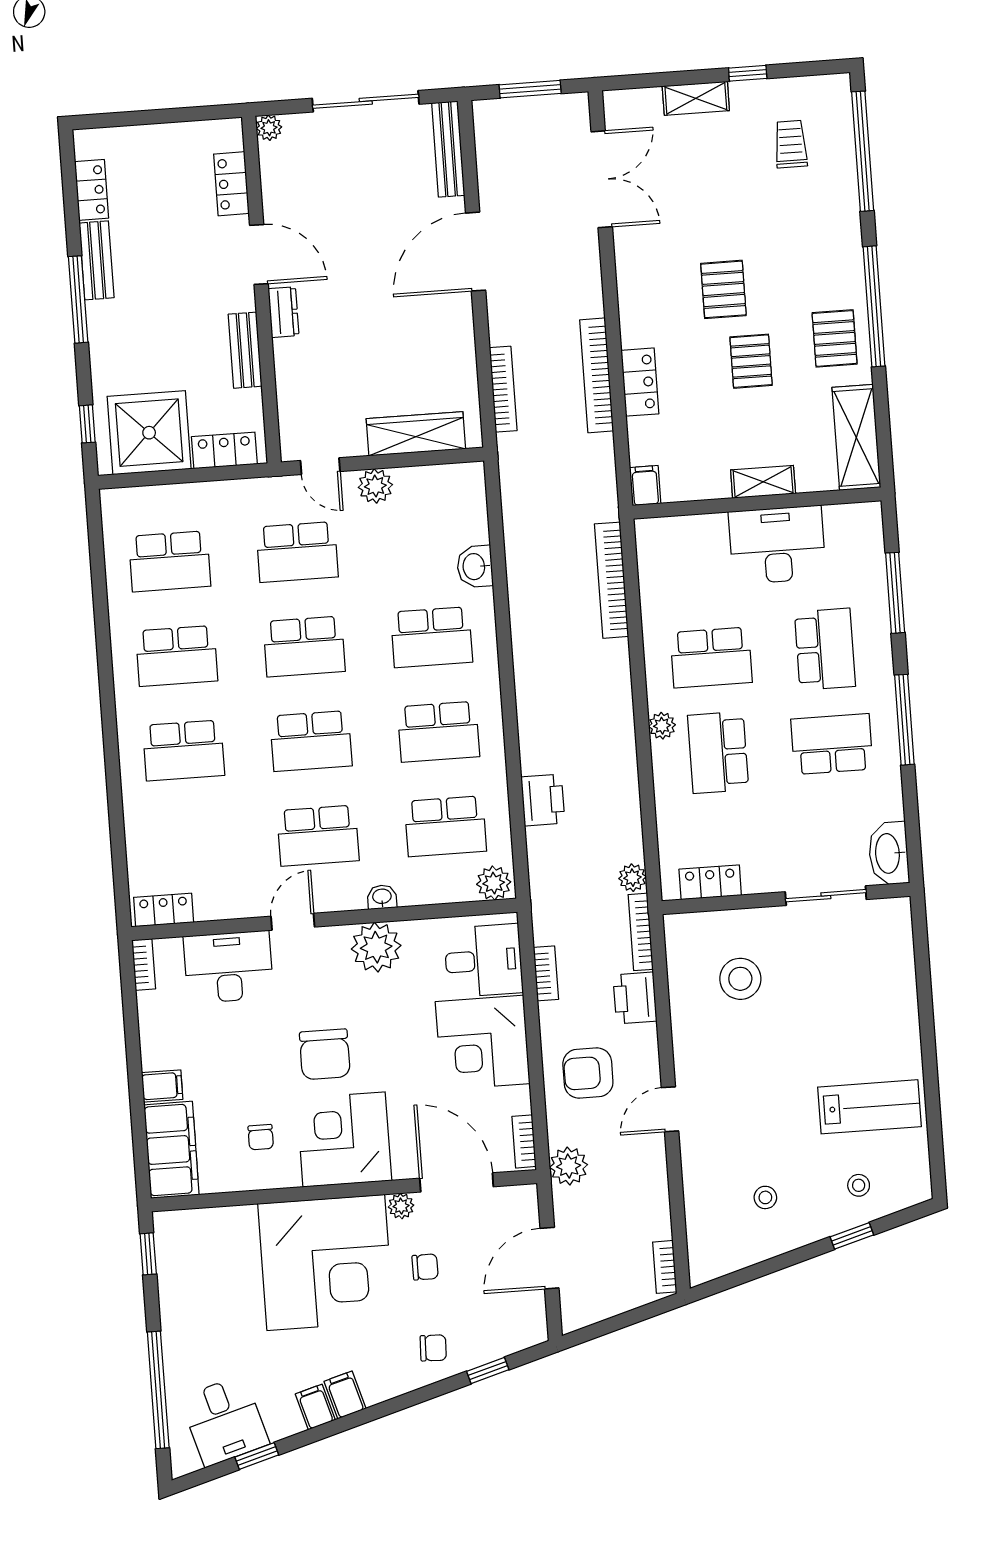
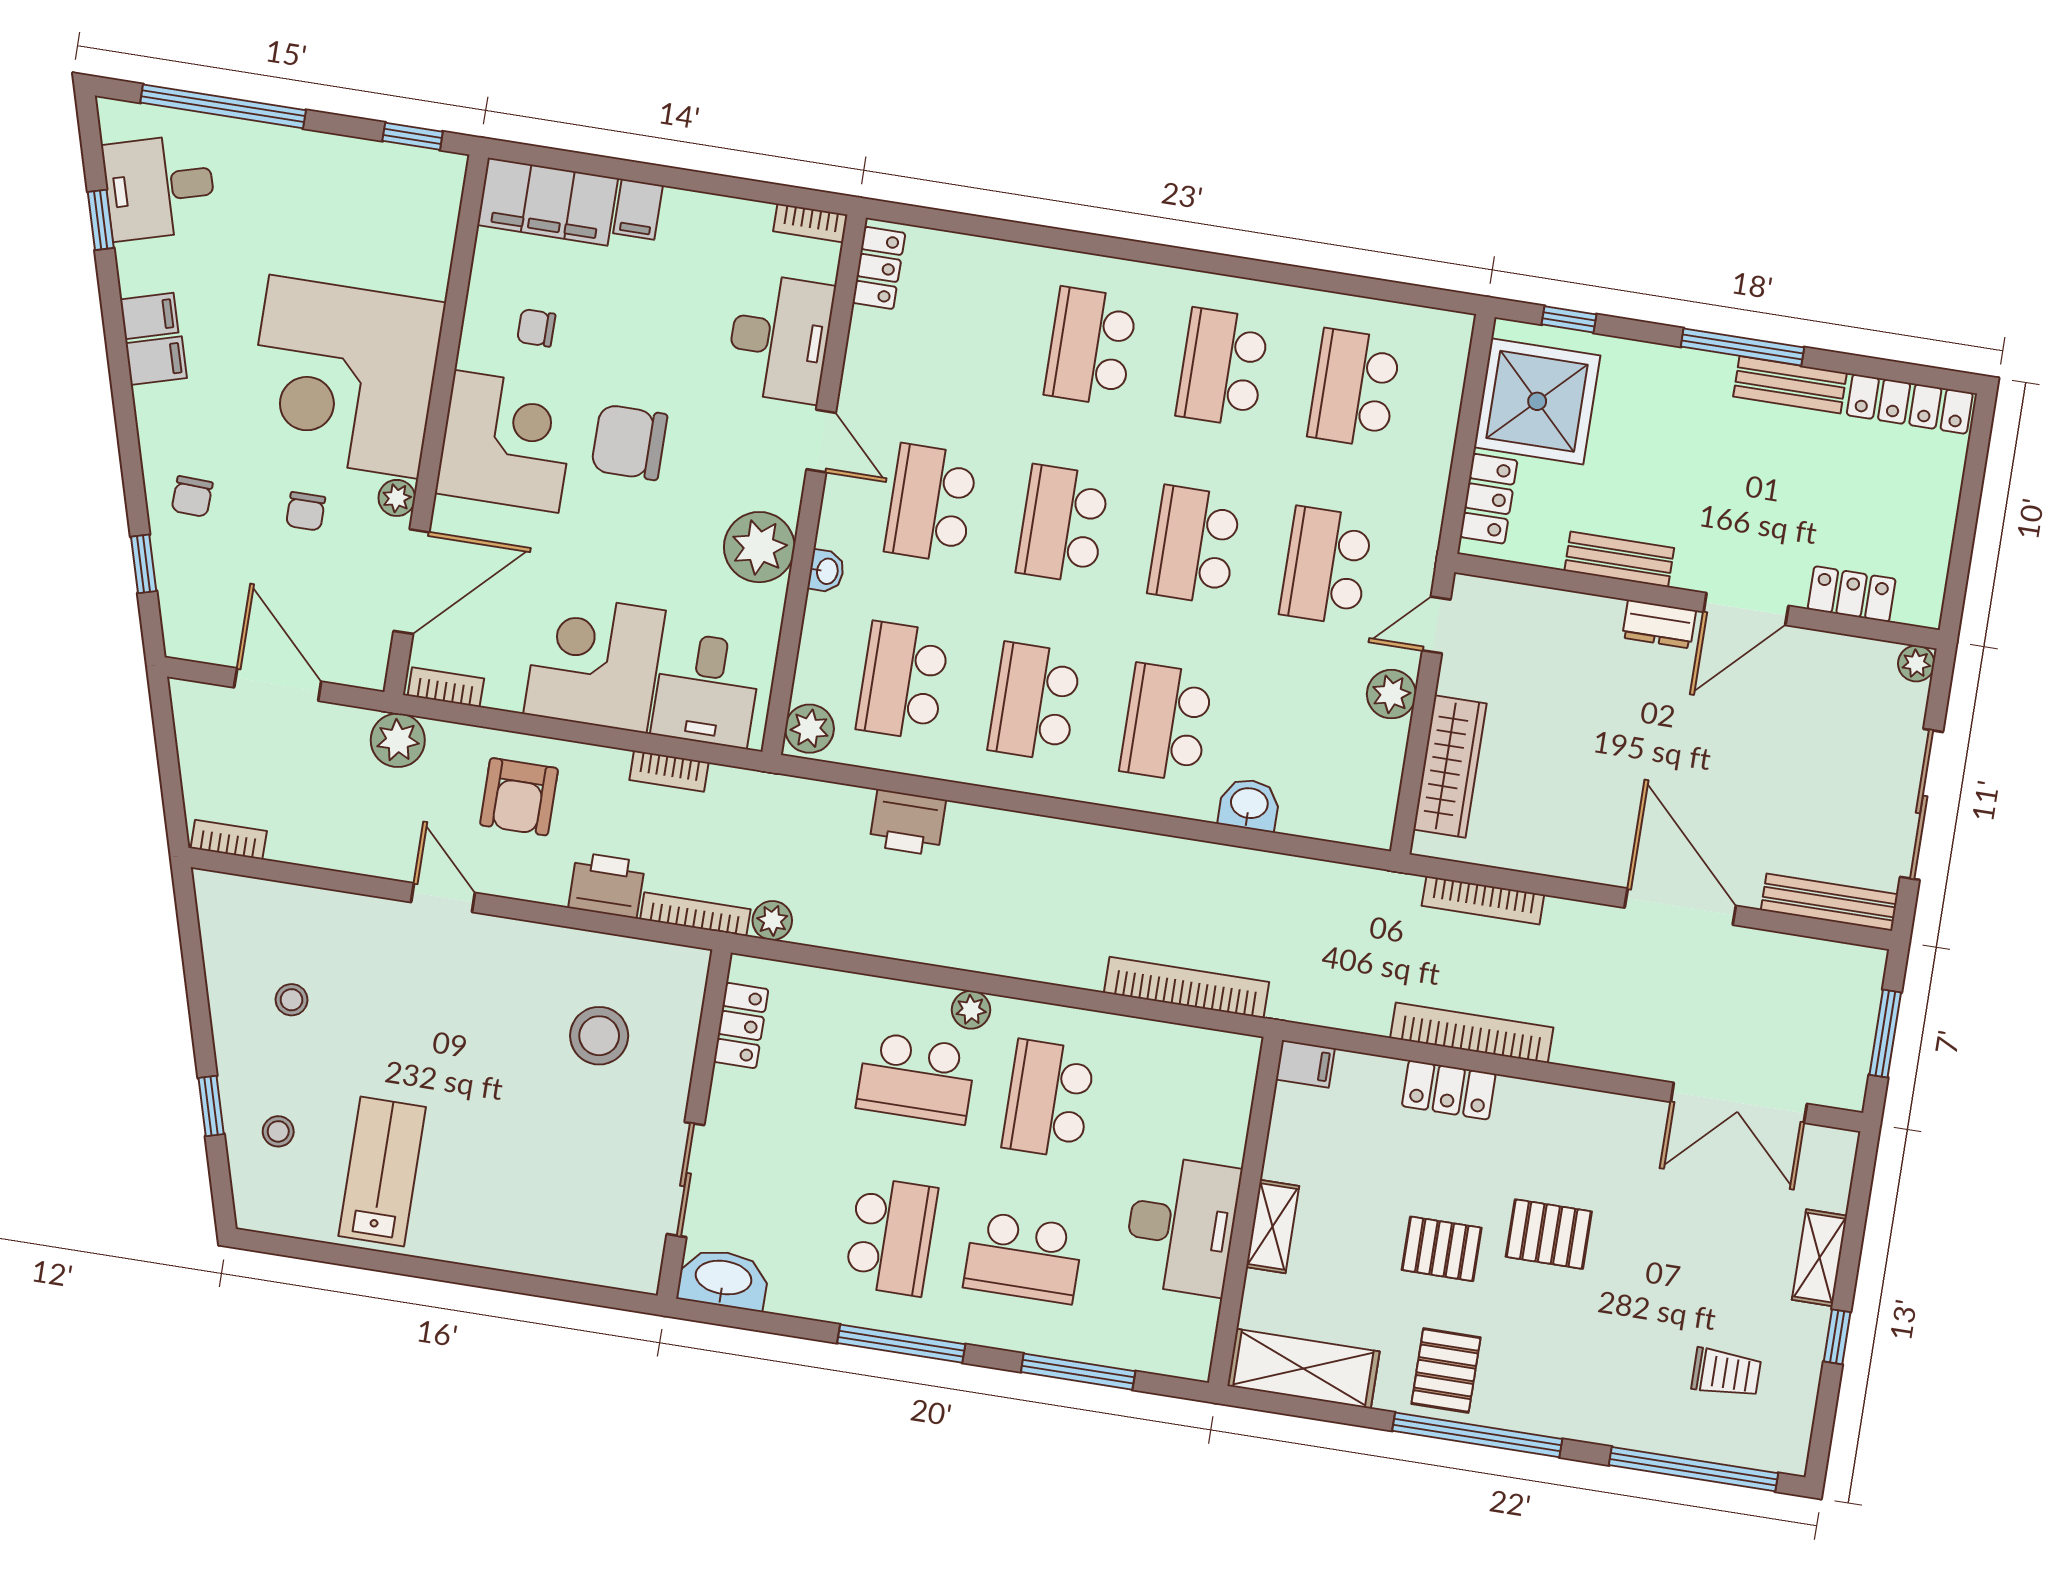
locker: (92, 190) -> (1910, 404), width x1.53
pallet: (835, 338) -> (1446, 1371), turned 90
school desk: (718, 752) -> (916, 1078), turned 180
armchair: (588, 1073) -> (519, 797), turned 180
lab bench: (869, 1107) -> (382, 1172), turned 180

